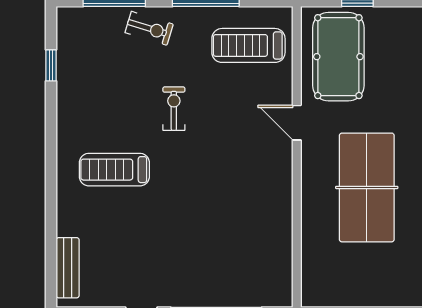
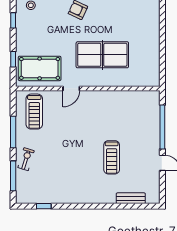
exercise bike: (174, 109) -> (65, 147), removed
treadmill: (114, 170) -> (112, 157), moved
bench: (68, 268) -> (131, 198), moved

